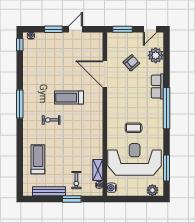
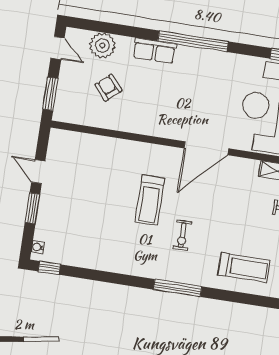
door: (105, 74) -> (206, 148), moved
window: (20, 104) -> (178, 288), moved
coffee table: (134, 128) -> (217, 101), removed
treadmill: (38, 159) -> (244, 268), turned 180

